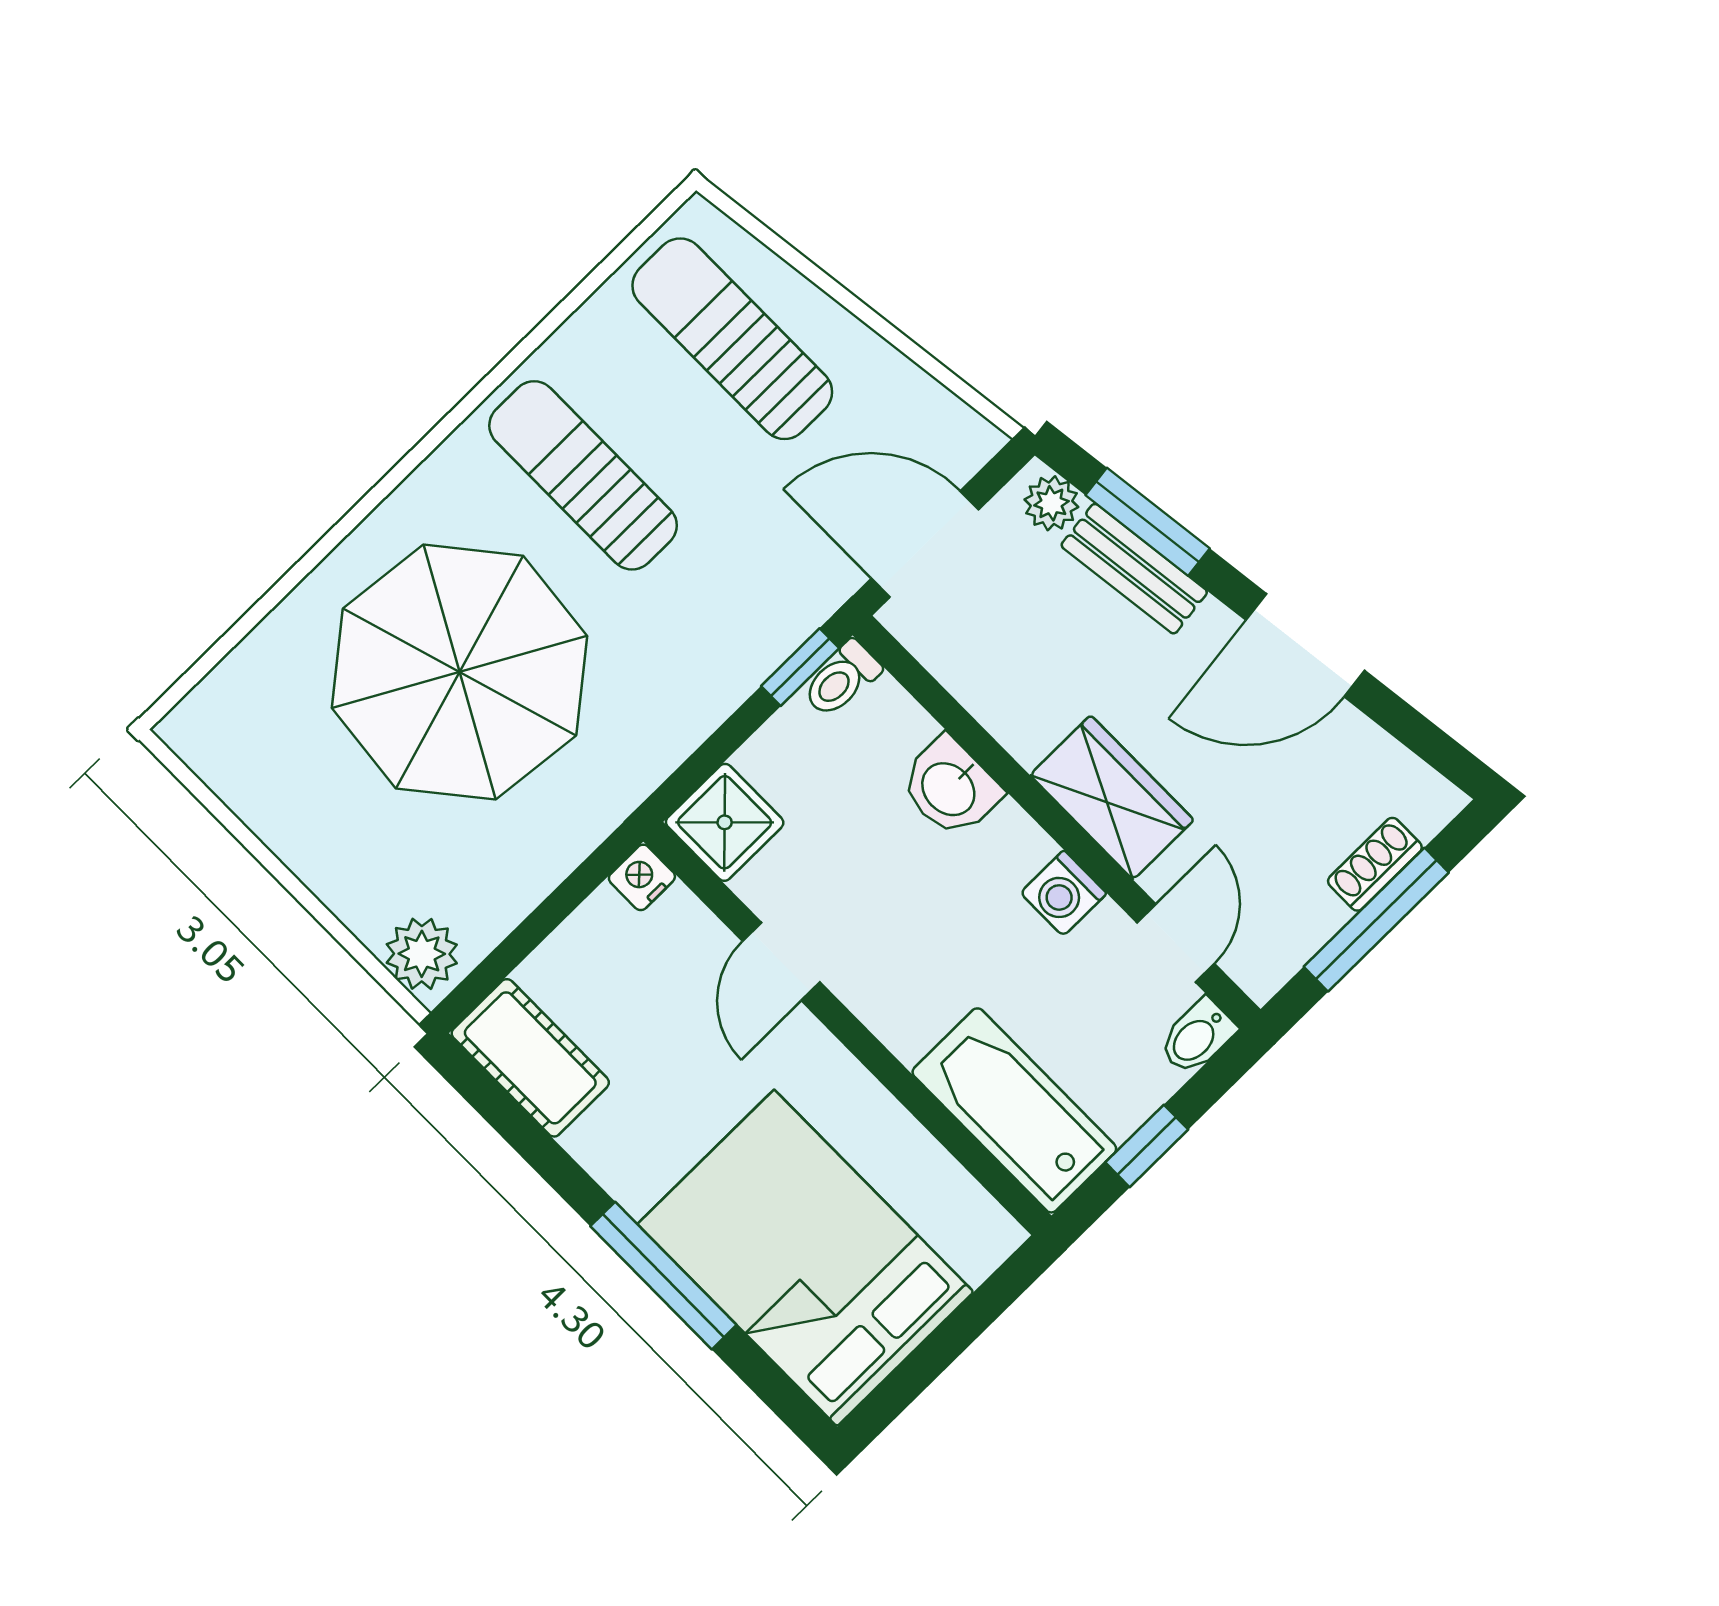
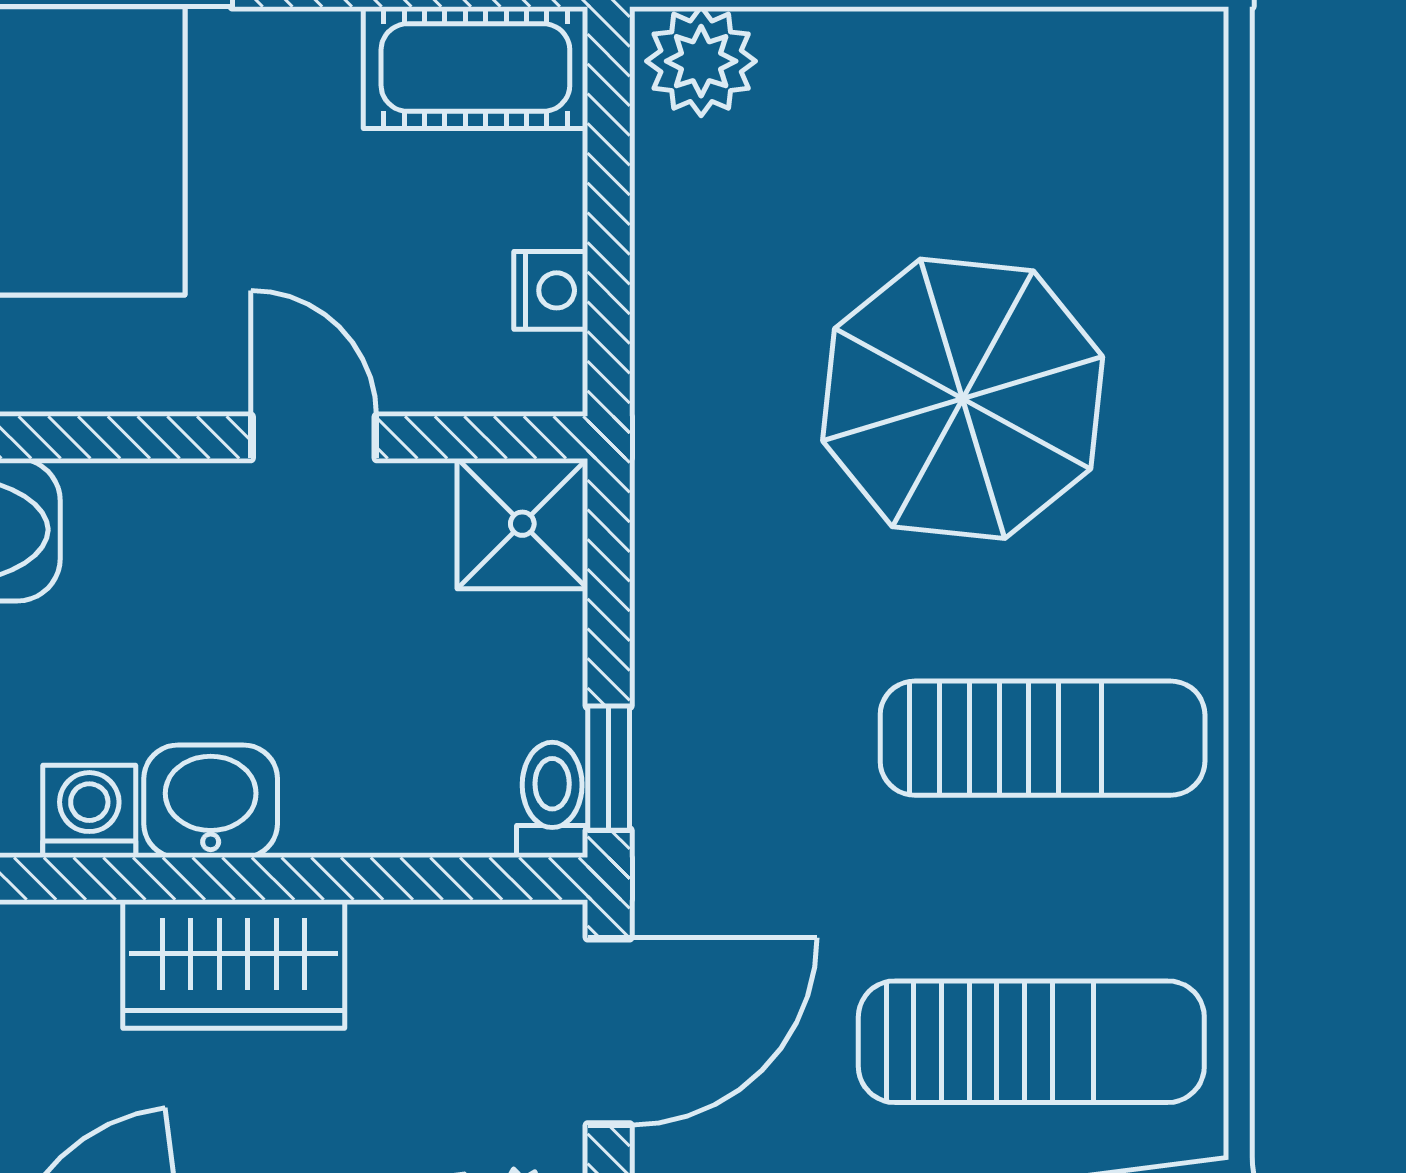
parasol: (460, 672) -> (963, 399), width x0.73, depth x0.73
washbasin: (950, 788) -> (211, 801), moved
wardrobe: (1112, 797) -> (234, 964), moved
nightstand: (642, 877) -> (551, 290), moved

